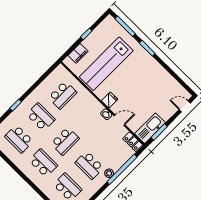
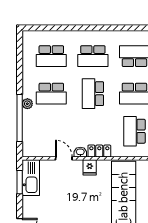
door: (119, 120) -> (64, 158), swing flipped
locker: (133, 142) -> (99, 151), moved
school desk: (89, 165) -> (51, 94), turned 180

